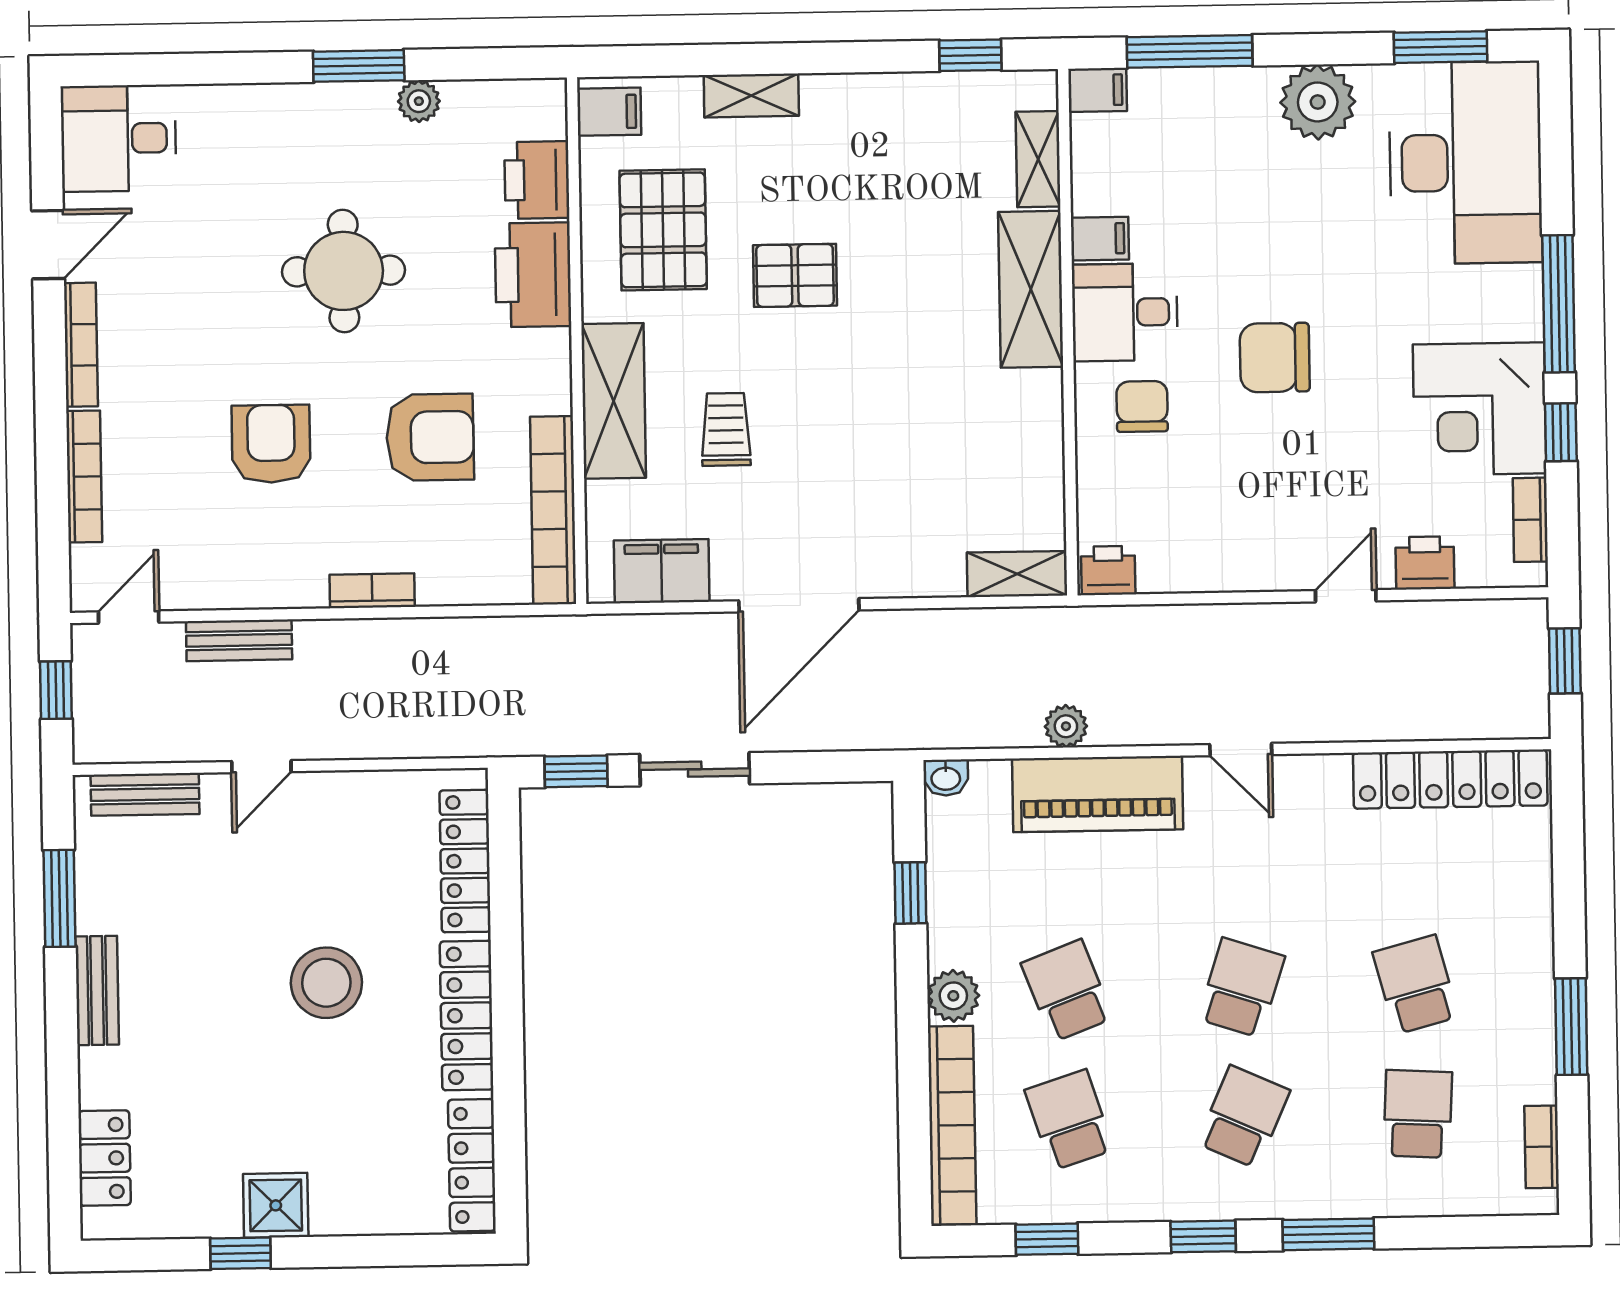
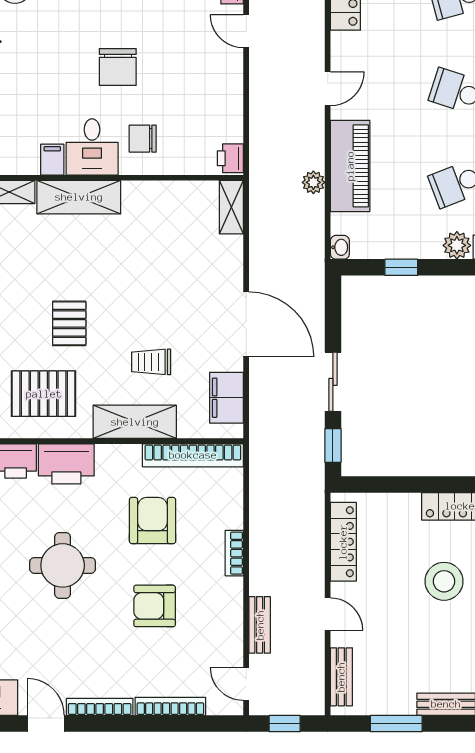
locker: (465, 861) -> (343, 542), moved, turned -90

